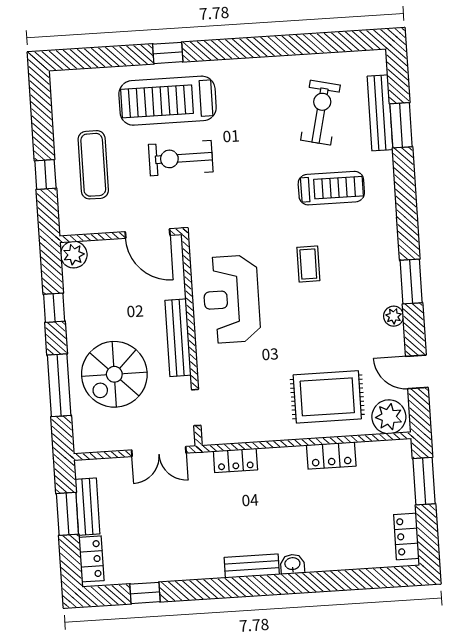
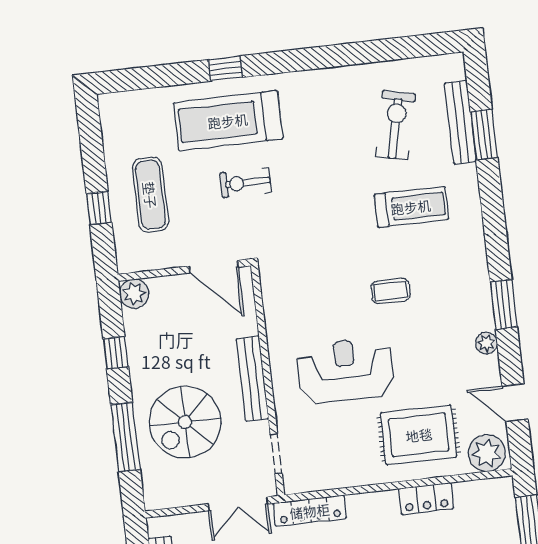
exercise bike: (181, 158) -> (246, 183), width x0.73, depth x0.72
coffee table: (308, 264) -> (391, 291), turned 90
reception desk: (231, 299) -> (345, 371), moved, turned 90
locker: (235, 460) -> (310, 511), width x1.53

